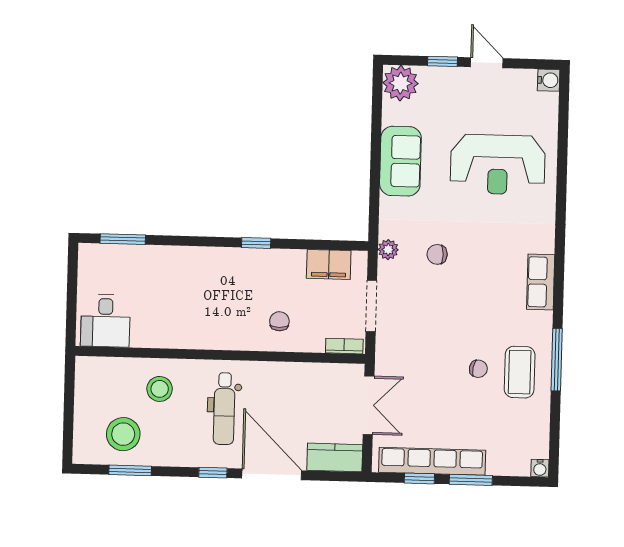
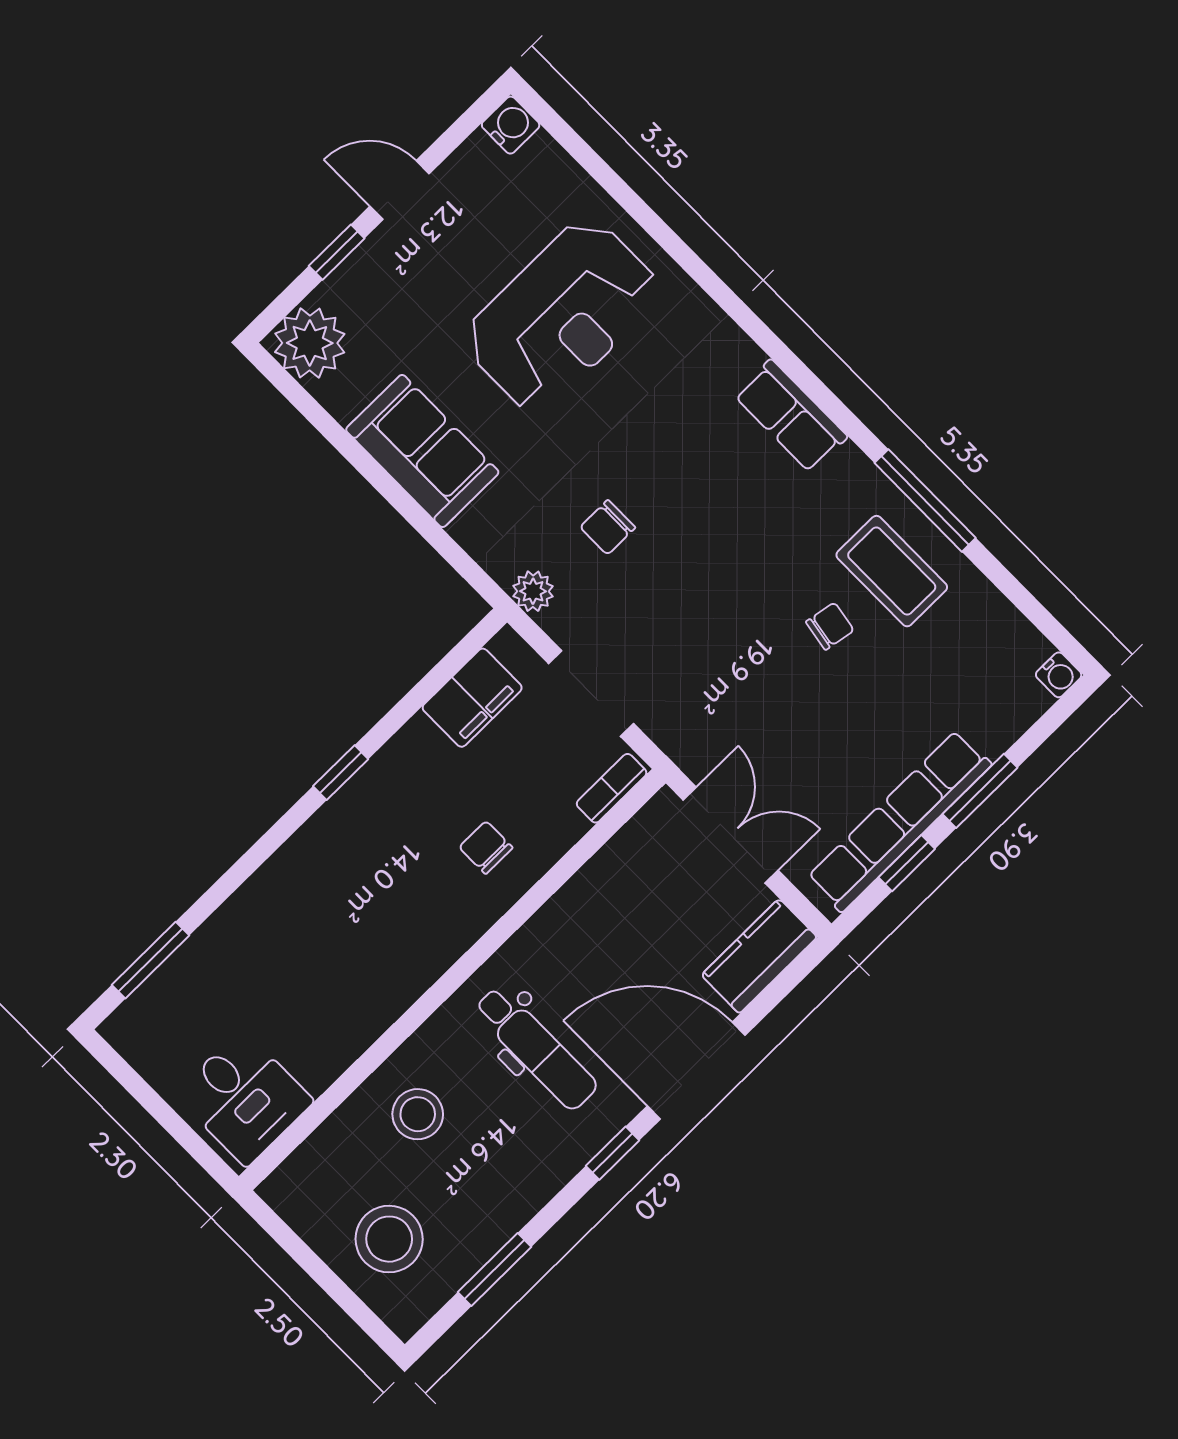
stool: (123, 434) -> (389, 1239), moved

